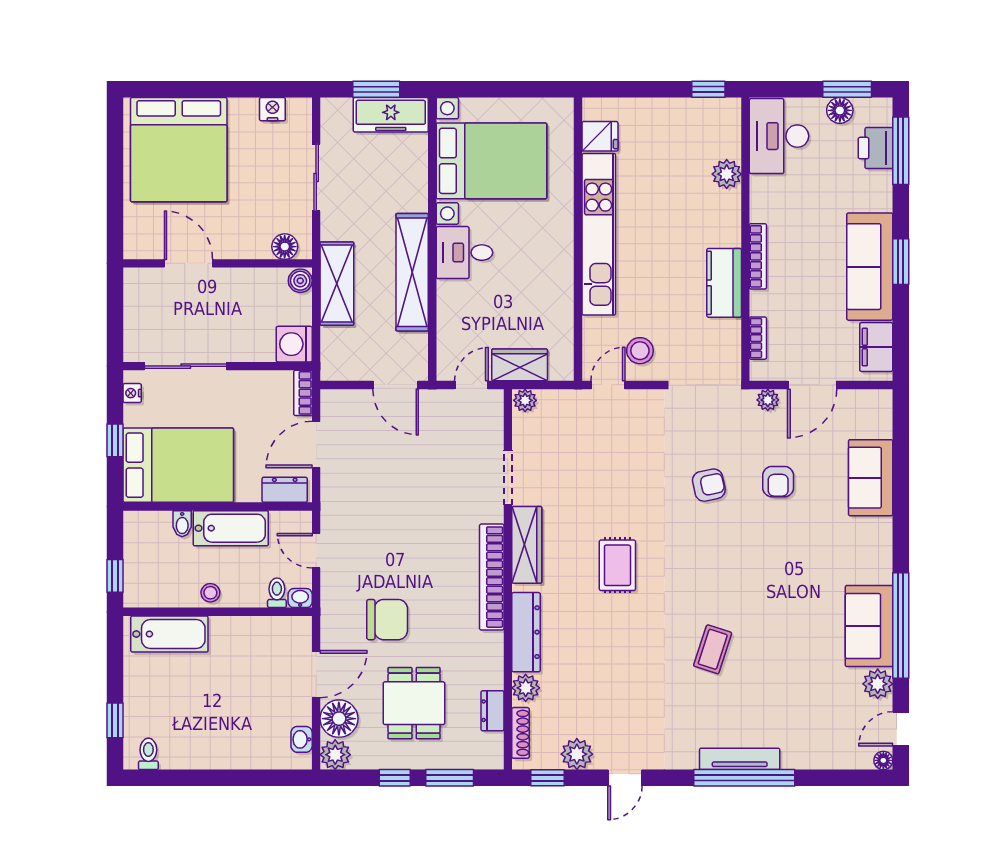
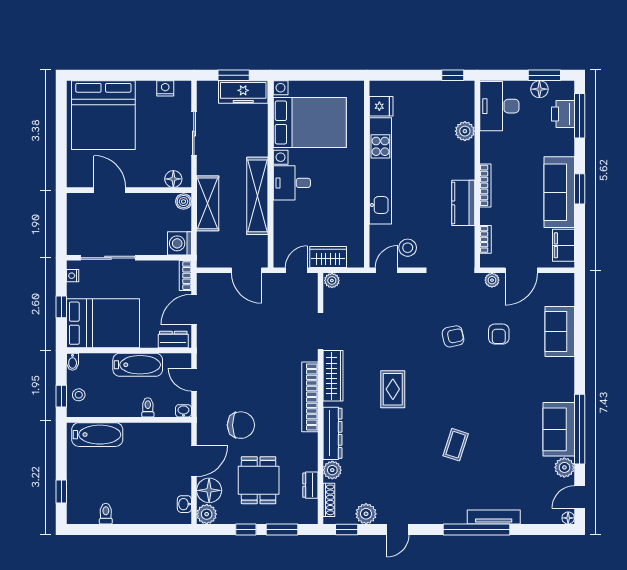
bidet: (182, 524) -> (73, 362), moved
stool: (210, 593) -> (79, 395), moved
toilet: (277, 593) -> (148, 407), moved
toilet: (148, 754) -> (106, 514), moved
tv unit: (740, 759) -> (494, 517), moved

